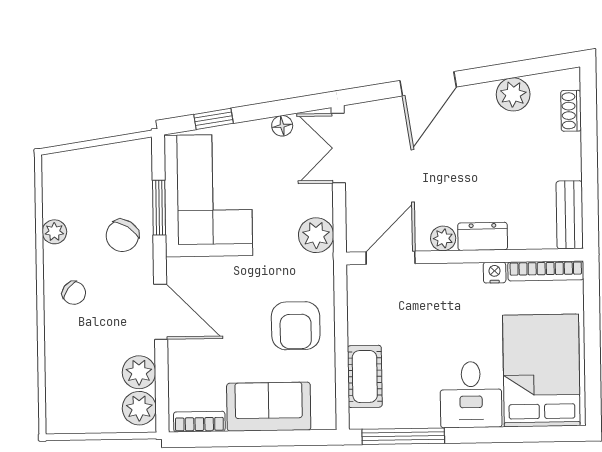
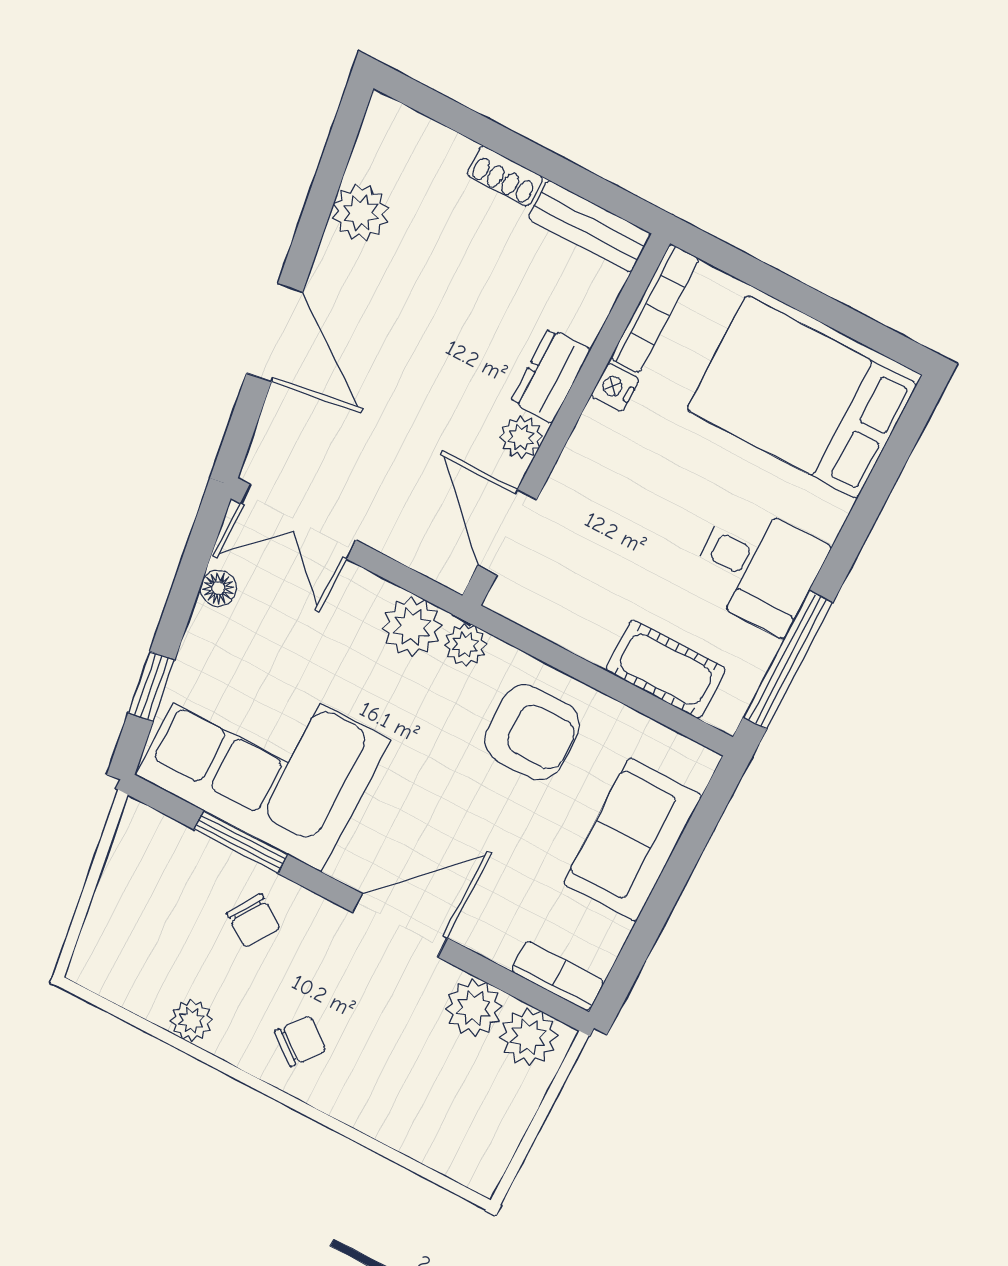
shoe rack: (571, 111) -> (505, 176), moved
chair: (122, 236) -> (253, 921), width x0.73, depth x0.73
plant: (322, 268) -> (465, 645), added
desk: (471, 395) -> (758, 567), moved
bookcase: (199, 422) -> (558, 976), moved, turned 90

